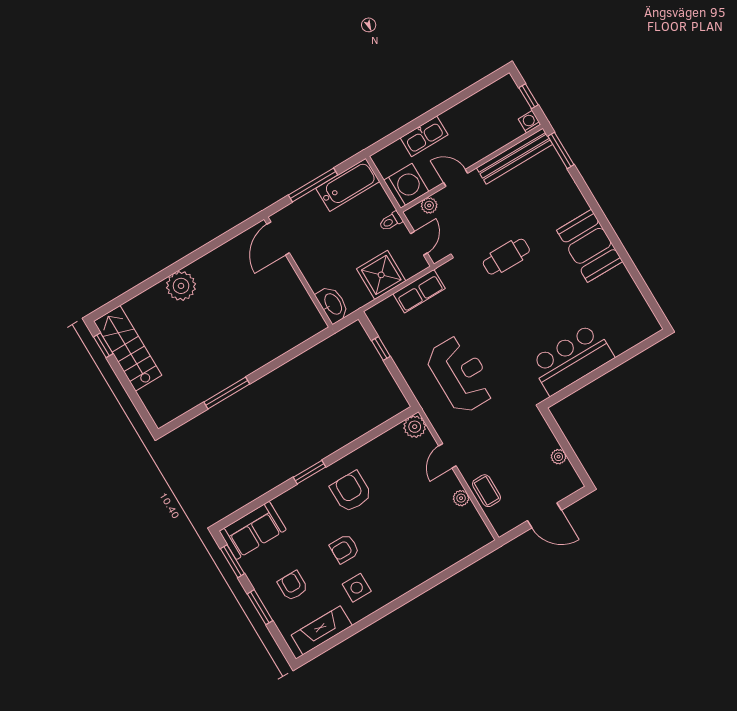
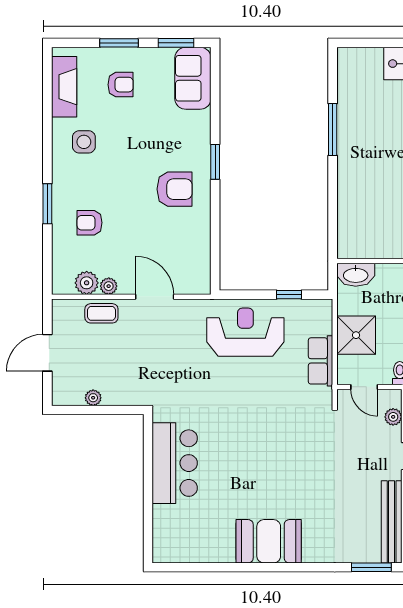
cafe table: (506, 257) -> (304, 459), removed
reception desk: (461, 374) -> (245, 332), moved, turned 180
plant: (415, 427) -> (87, 283), moved
door: (447, 456) -> (155, 297), width x1.38
armchair: (344, 549) -> (90, 223), moved, turned -90
window: (424, 587) -> (47, 204), added

